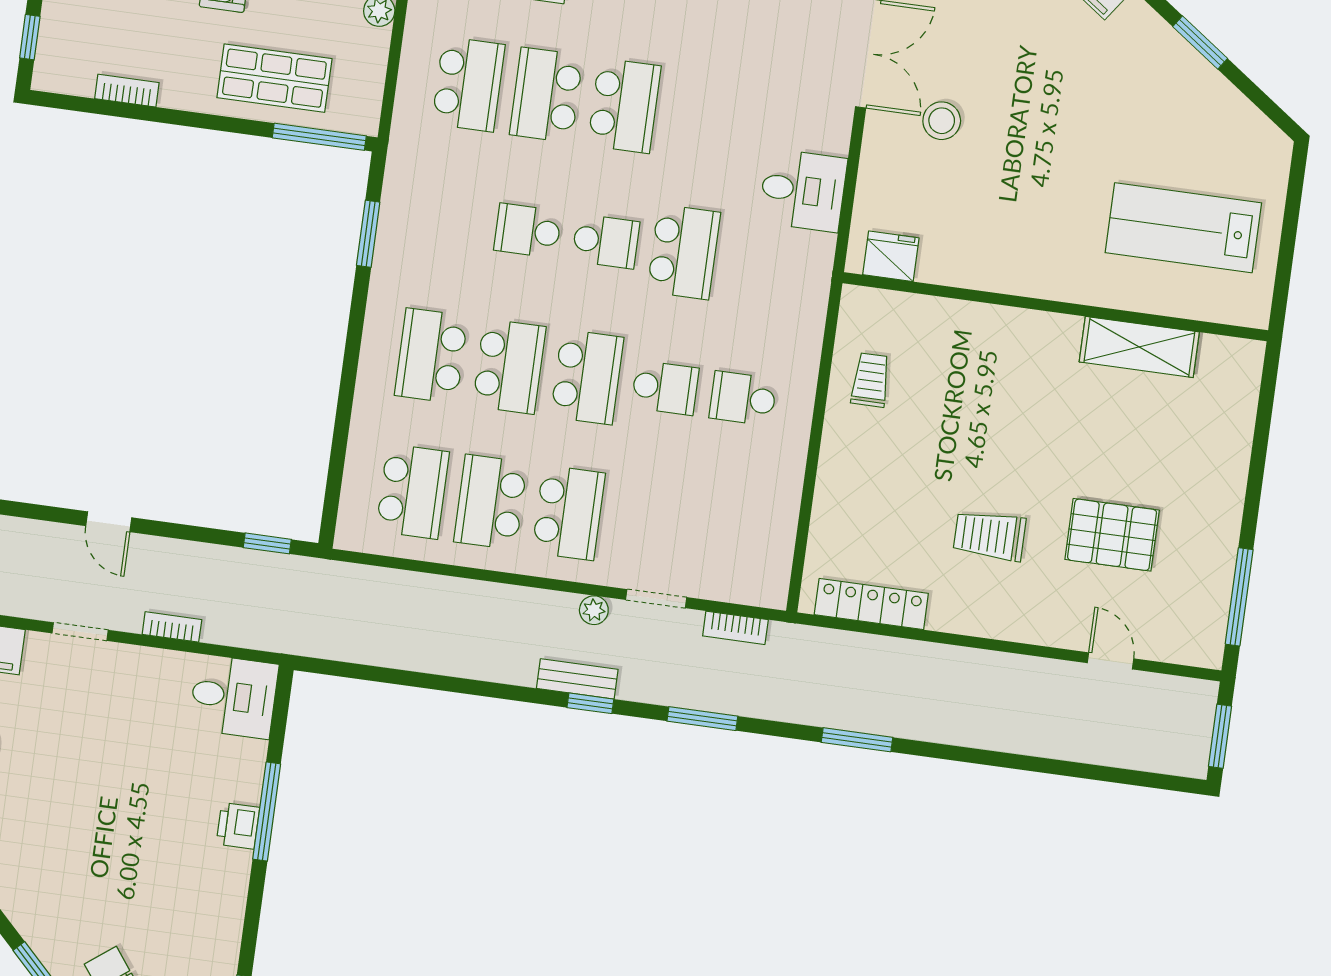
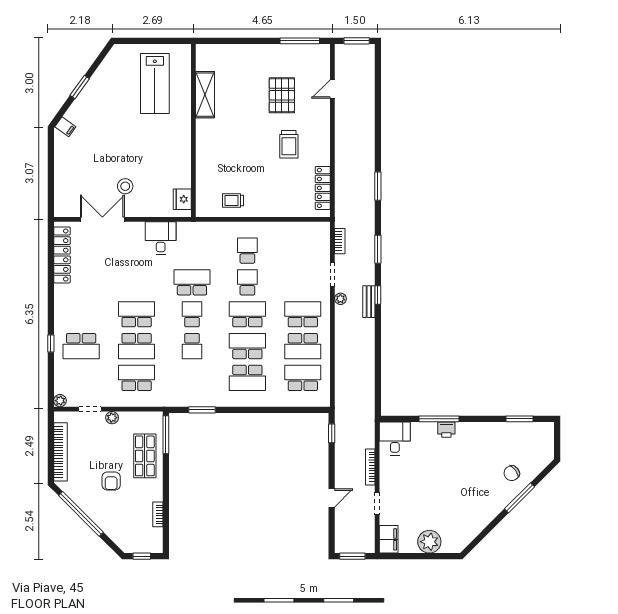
school desk: (743, 398) -> (247, 251), turned 180
bookcase: (172, 627) -> (370, 467), width x1.56

